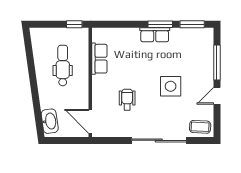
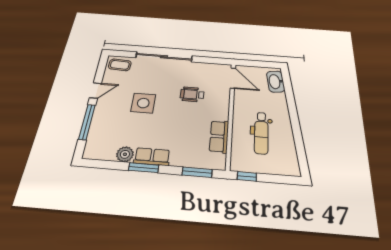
window: (192, 24) -> (197, 172), moved
plant: (178, 35) -> (125, 154), added
wheelchair: (127, 100) -> (192, 94), turned 90

